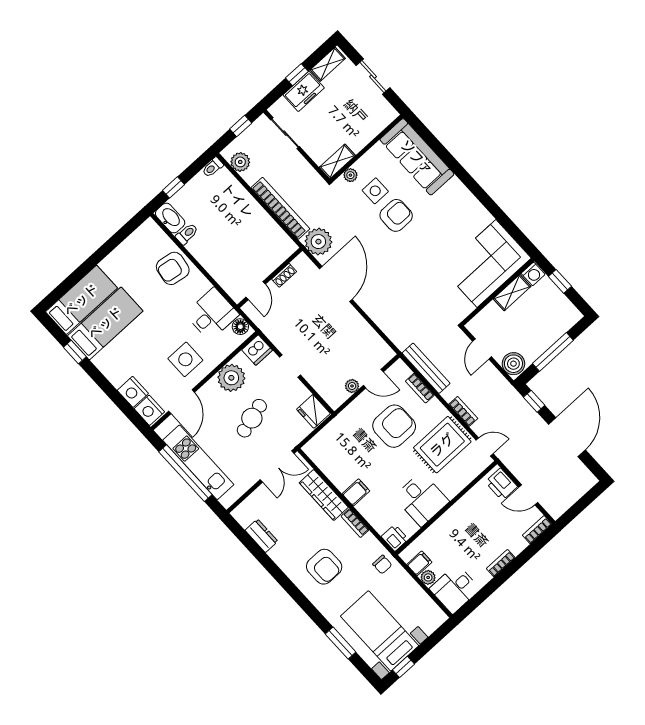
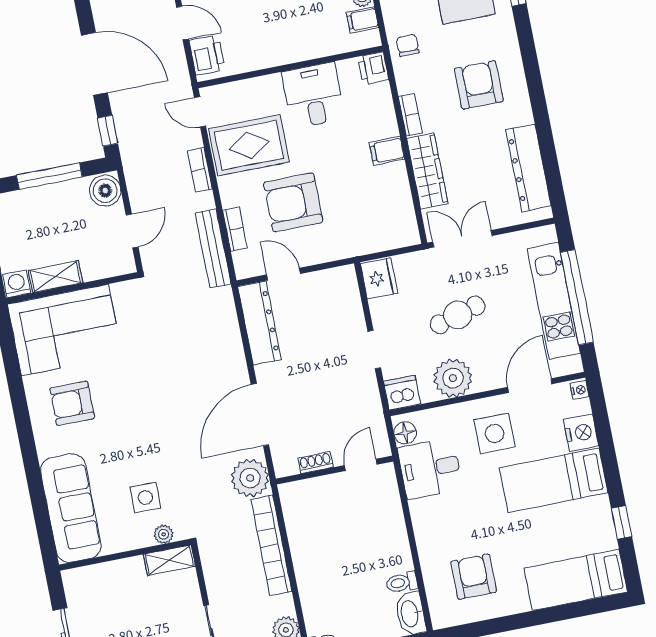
armchair: (396, 215) -> (72, 403), moved
armchair: (173, 268) -> (474, 577), moved, turned -99
bed: (105, 323) -> (554, 480), moved
dresser: (370, 340) -> (260, 323), added
plant: (352, 386) -> (314, 281), removed
nightstand: (149, 410) -> (579, 390), width x0.53, depth x0.56
door: (567, 437) -> (94, 64), swing flipped
dresser: (261, 536) -> (528, 168), width x1.96, depth x1.24

